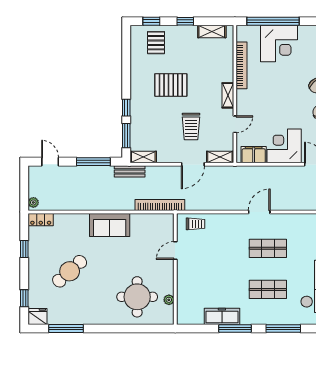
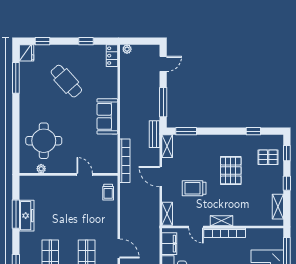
bookcase: (241, 65) -> (225, 233), moved
window: (126, 108) -> (253, 131), moved
door: (193, 164) -> (161, 177), moved
window: (235, 328) -> (16, 214), moved

